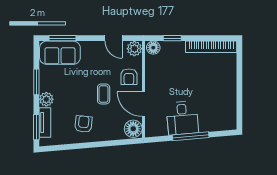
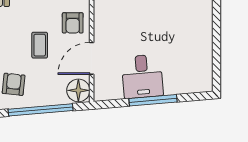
door: (143, 104) -> (92, 58), hinge flipped
window: (104, 144) -> (41, 110), added

